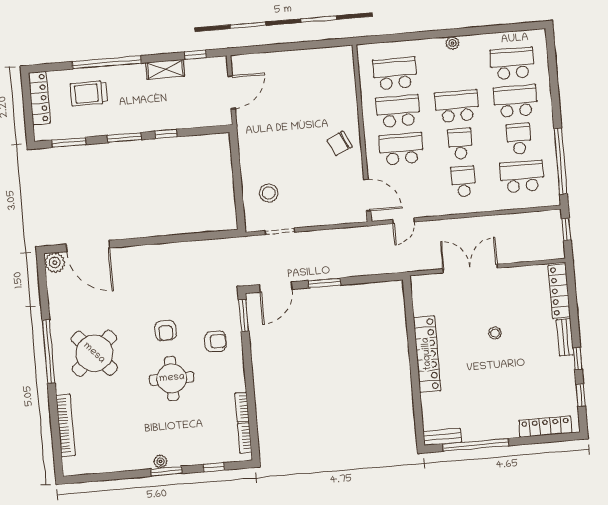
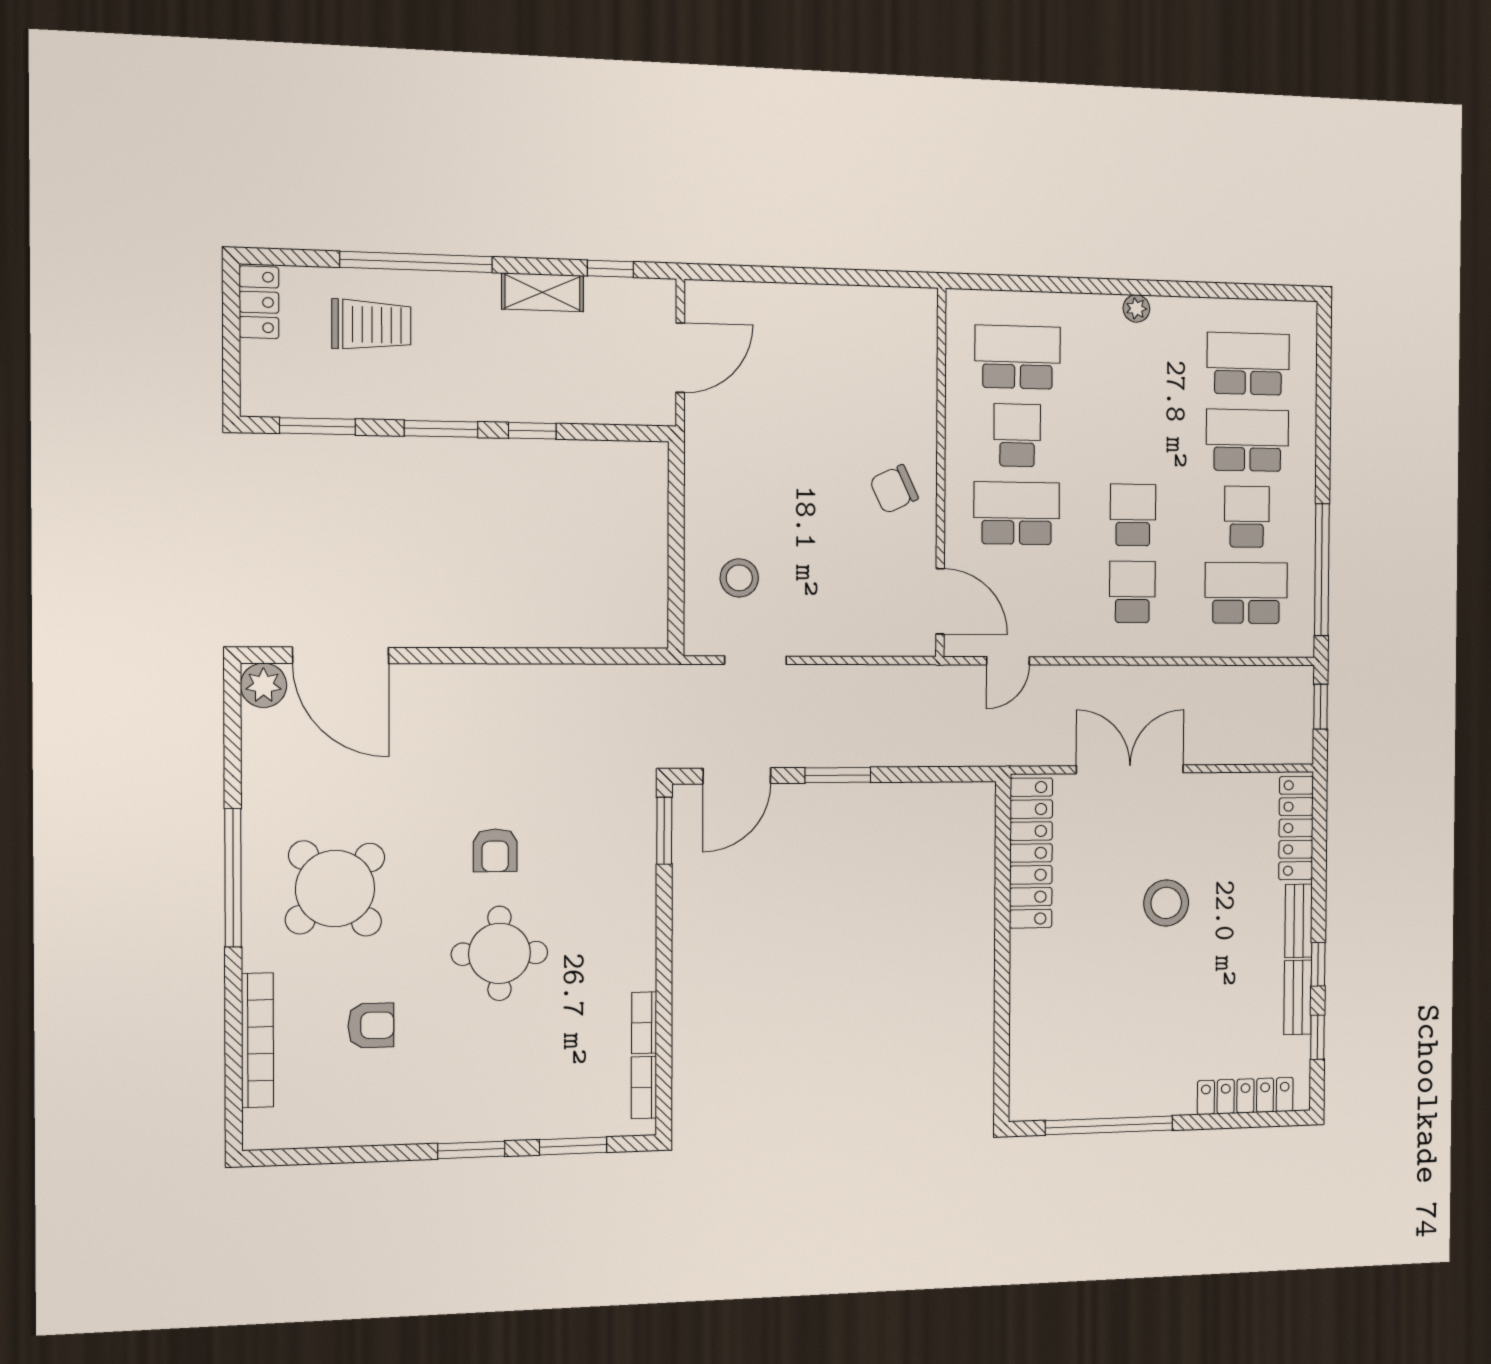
trolley: (89, 93) -> (371, 325), turned 180
locker: (39, 98) -> (259, 302), width x0.66
school desk: (457, 106) -> (1133, 438), removed
school desk: (398, 111) -> (1017, 435), width x0.54
stool: (495, 333) -> (1166, 903), width x1.89, depth x1.89
armchair: (215, 341) -> (371, 1025), moved
locker: (427, 354) -> (1031, 853), moved
bench: (442, 437) -> (1298, 997), moved, turned 90
plant: (161, 461) -> (460, 1129), removed
window: (214, 467) -> (573, 1146), width x1.50

